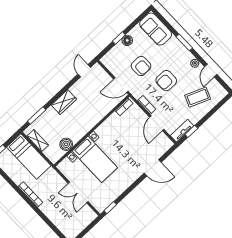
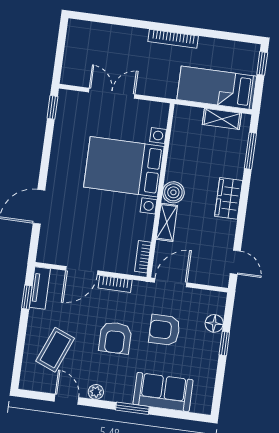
sofa: (156, 29) -> (163, 392), moved
floor lamp: (127, 40) -> (214, 323), moved
armchair: (166, 81) -> (115, 338), turned 180
shelving: (101, 114) -> (167, 222), added
door: (157, 123) -> (82, 271), swing flipped
boiler: (66, 144) -> (173, 192), moved
bed with nightstands: (95, 159) -> (124, 167), width x1.36

